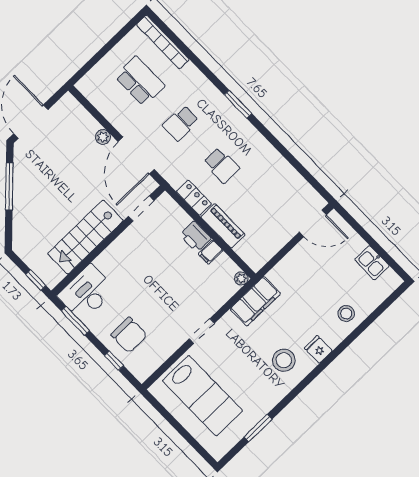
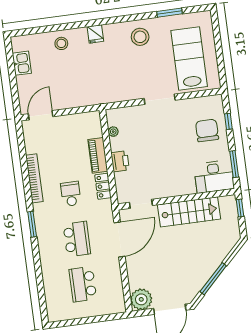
bookcase: (163, 42) -> (34, 178), moved
school desk: (181, 123) -> (77, 239), width x1.85
plant: (103, 137) -> (141, 299), moved, width x1.87, depth x1.87
door: (313, 223) -> (41, 115), hinge flipped
filing cabinet: (211, 252) -> (118, 145), removed
plant: (241, 279) -> (113, 132), moved
filing cabinet: (255, 301) -> (112, 93), removed
doorway: (202, 331) -> (160, 99), width x1.38
stool: (284, 360) -> (140, 37), moved

